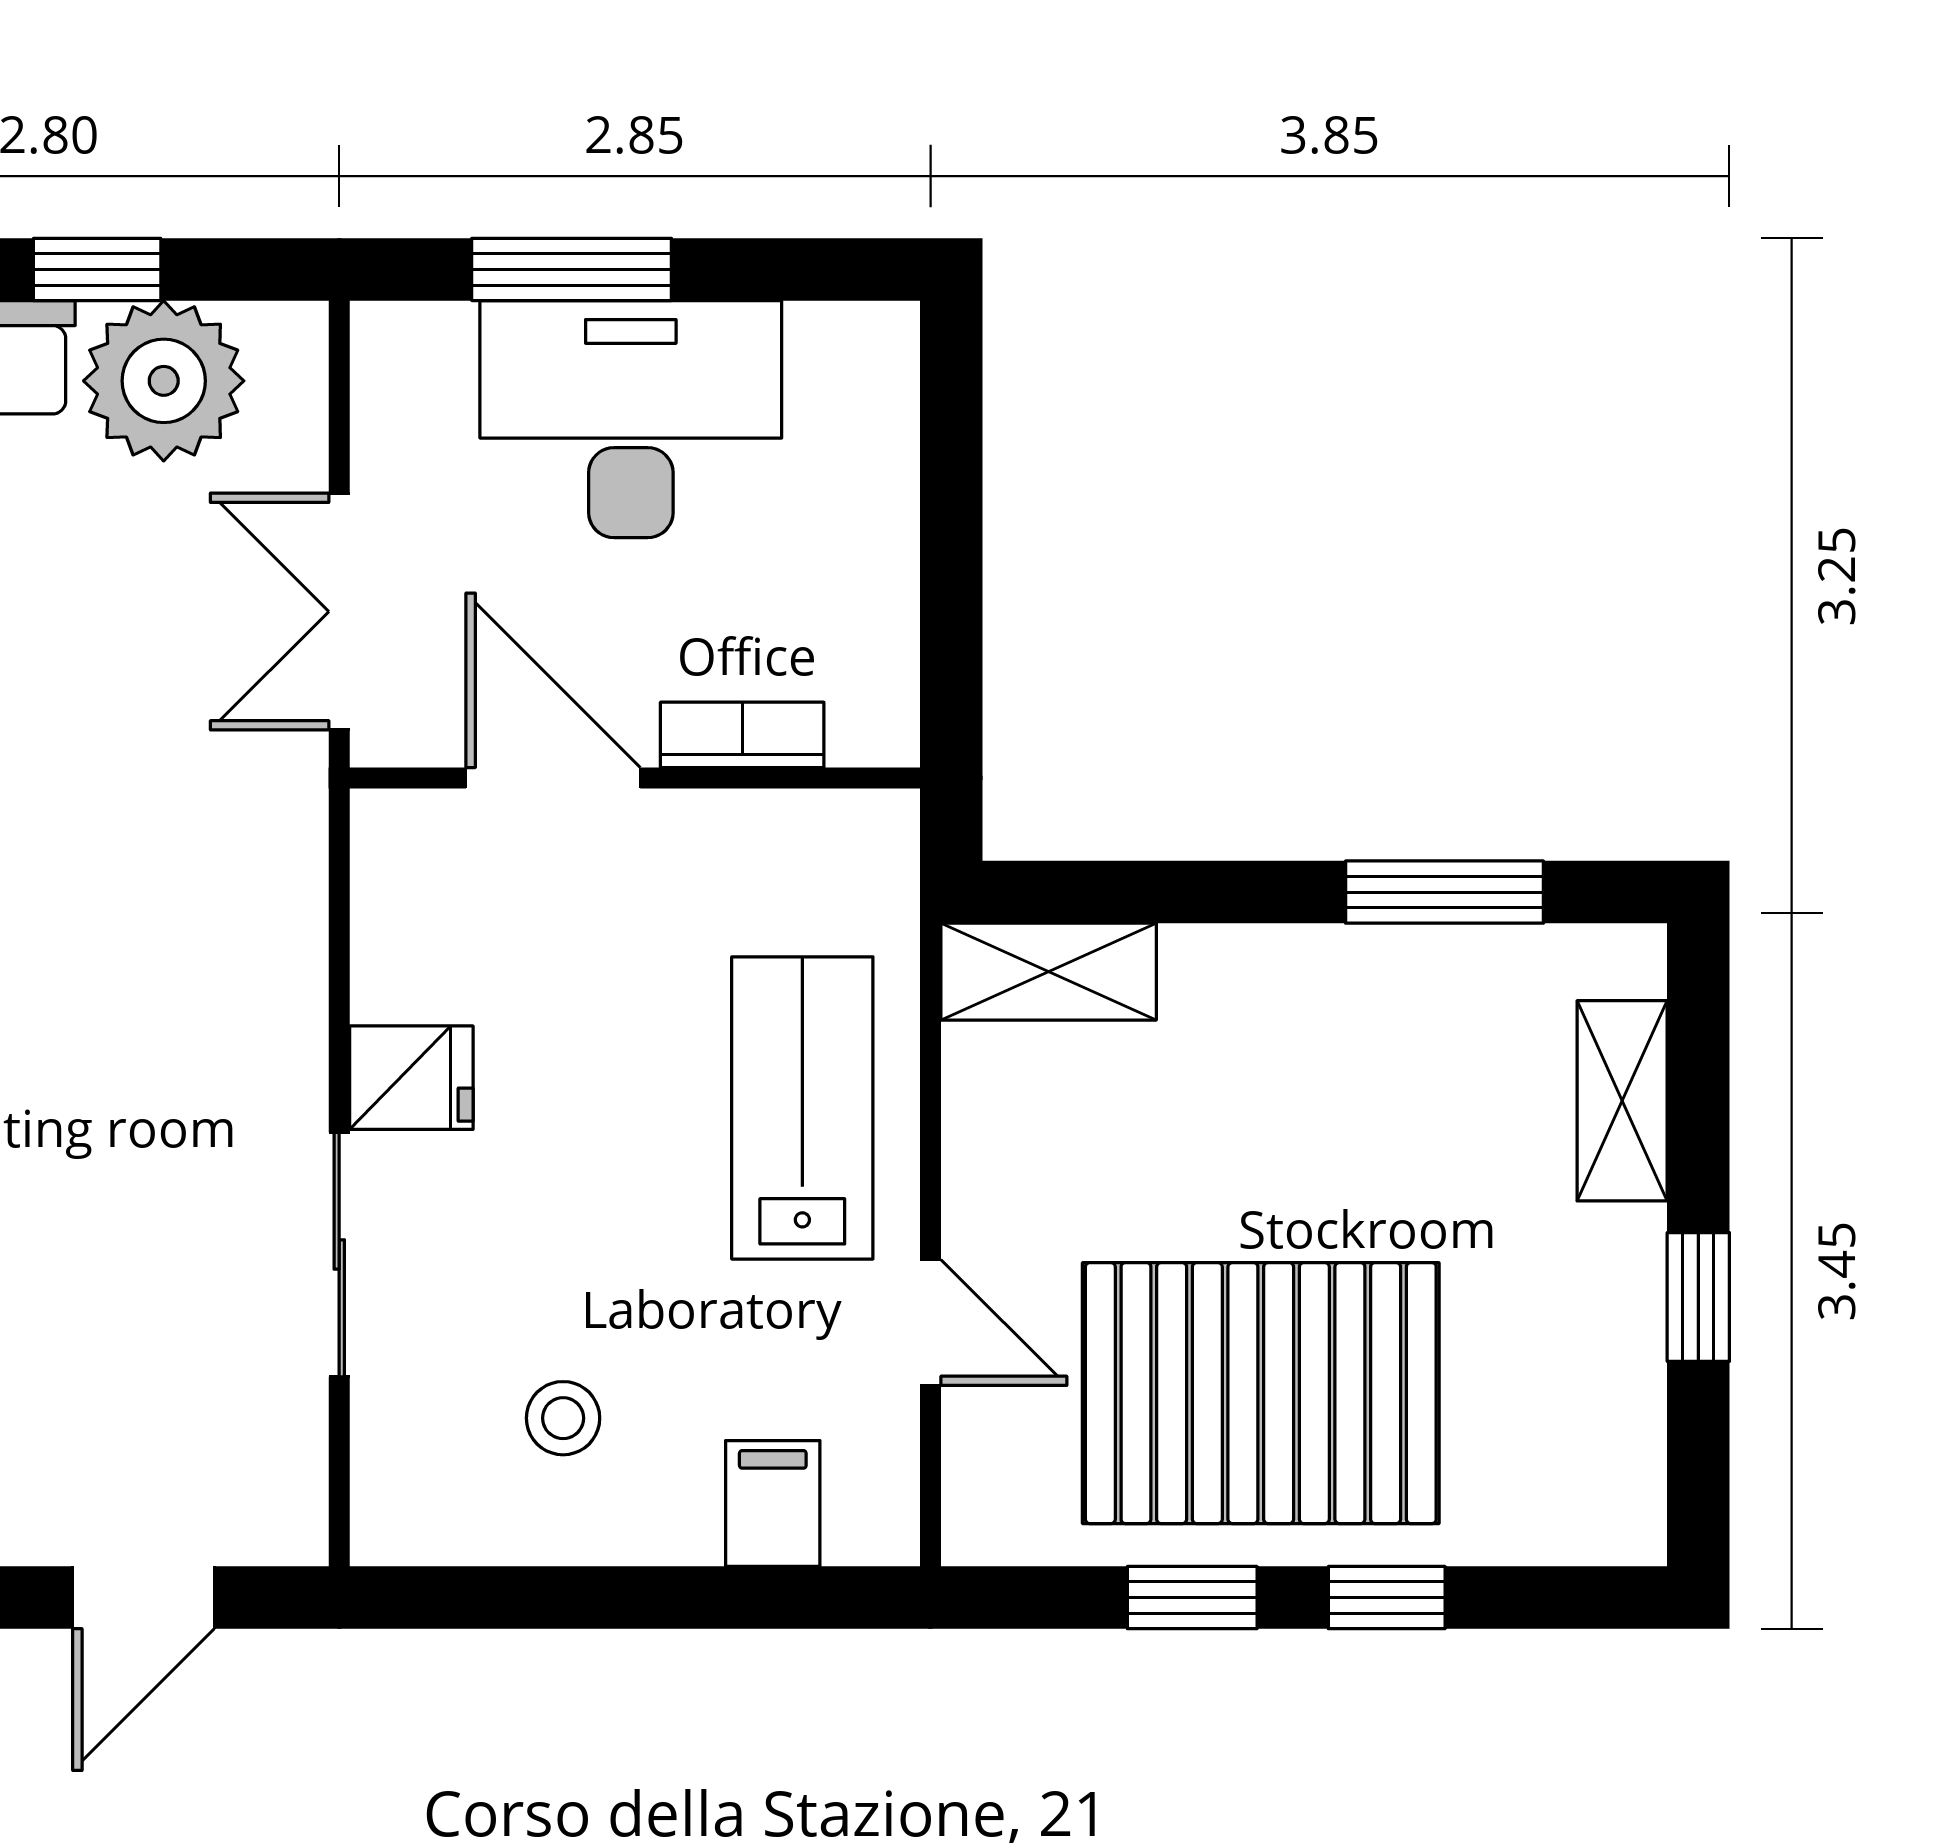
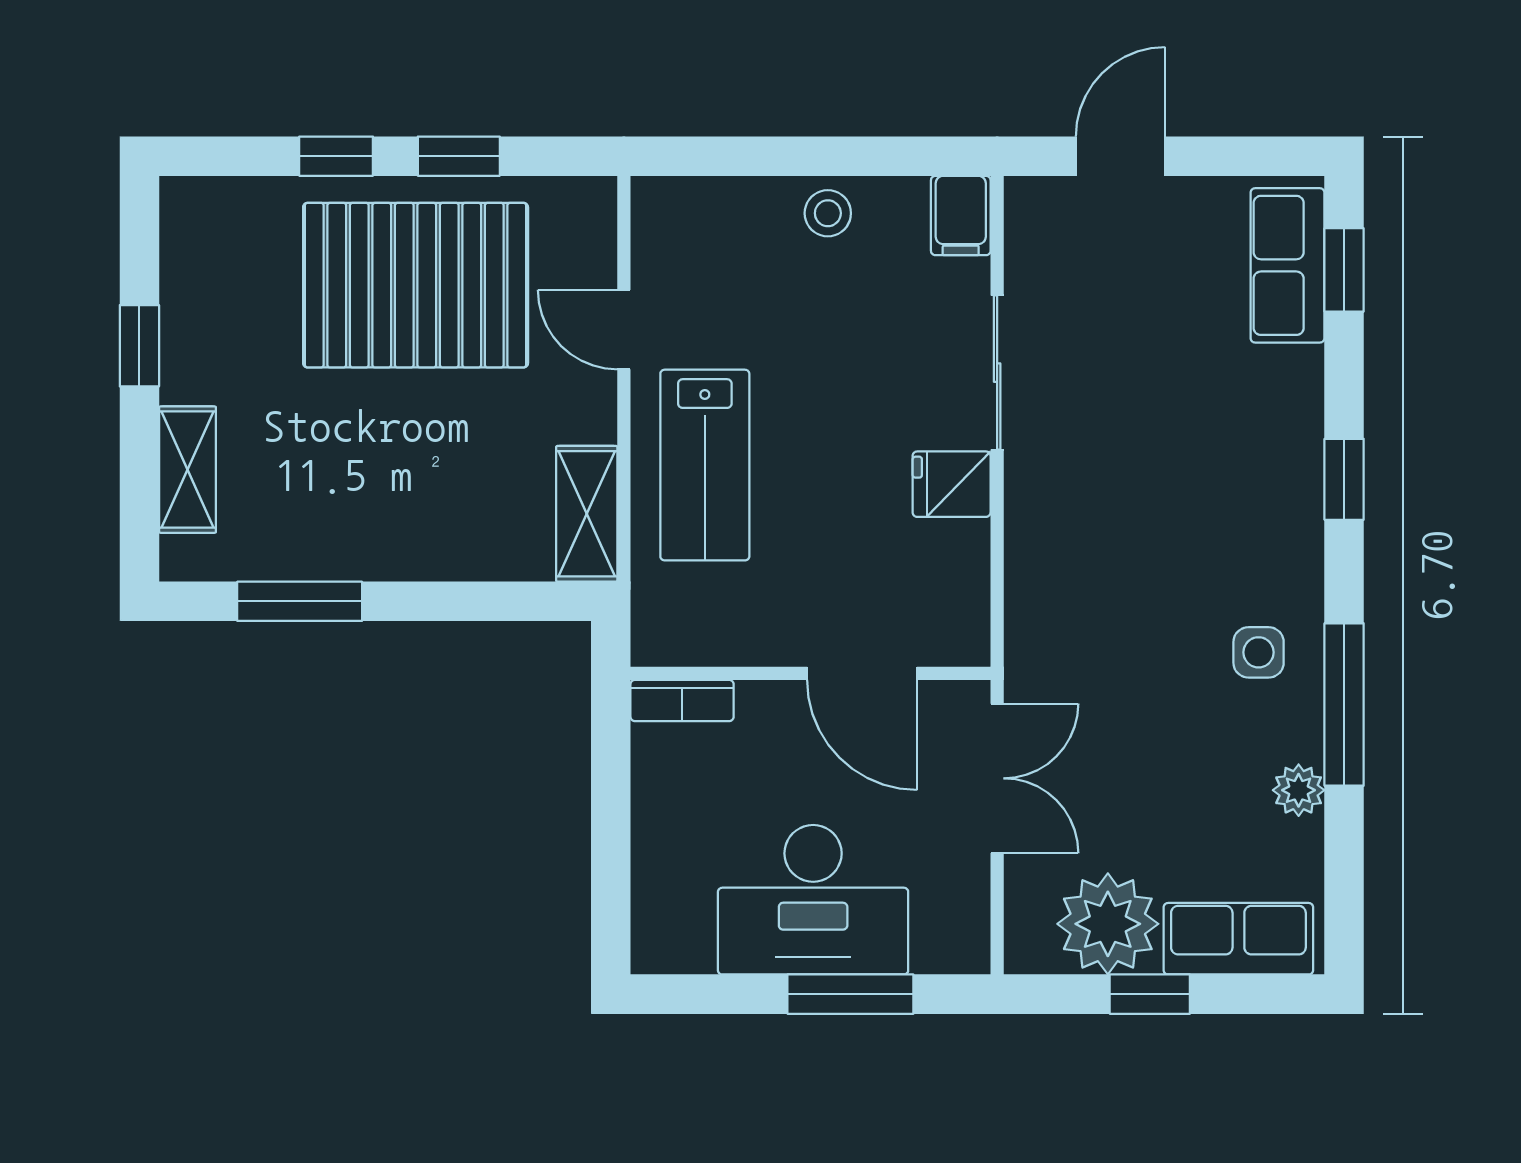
bookcase: (742, 735) -> (682, 701), moved
shelving: (1049, 972) -> (587, 514), moved, turned 90
stool: (563, 1418) -> (828, 213), moved
filing cabinet: (773, 1503) -> (961, 216), moved

